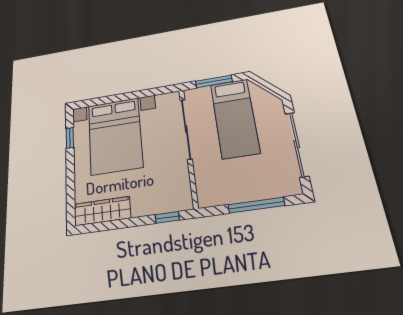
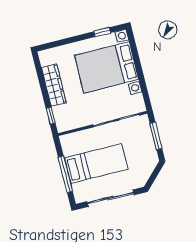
bed: (235, 118) -> (96, 164), moved, turned 180
wardrobe: (102, 211) -> (54, 85), moved

